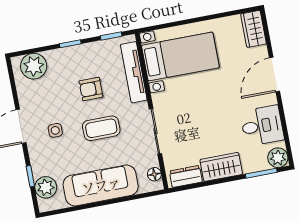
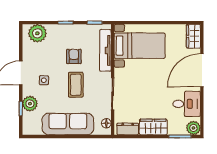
door: (275, 74) -> (202, 70), width x1.36
armchair: (91, 89) -> (74, 56), turned 90
coffee table: (101, 128) -> (76, 85), turned 90
plant: (46, 187) -> (30, 104), moved

